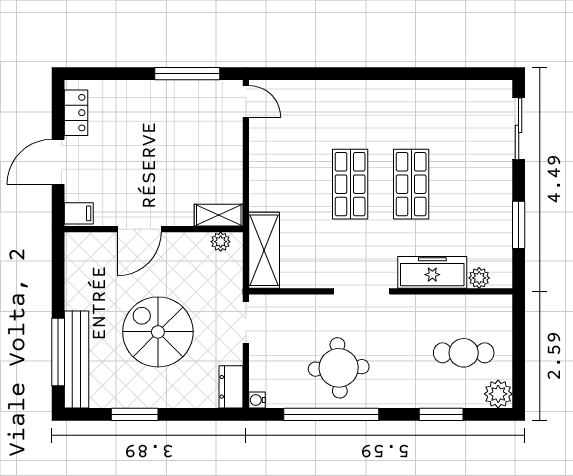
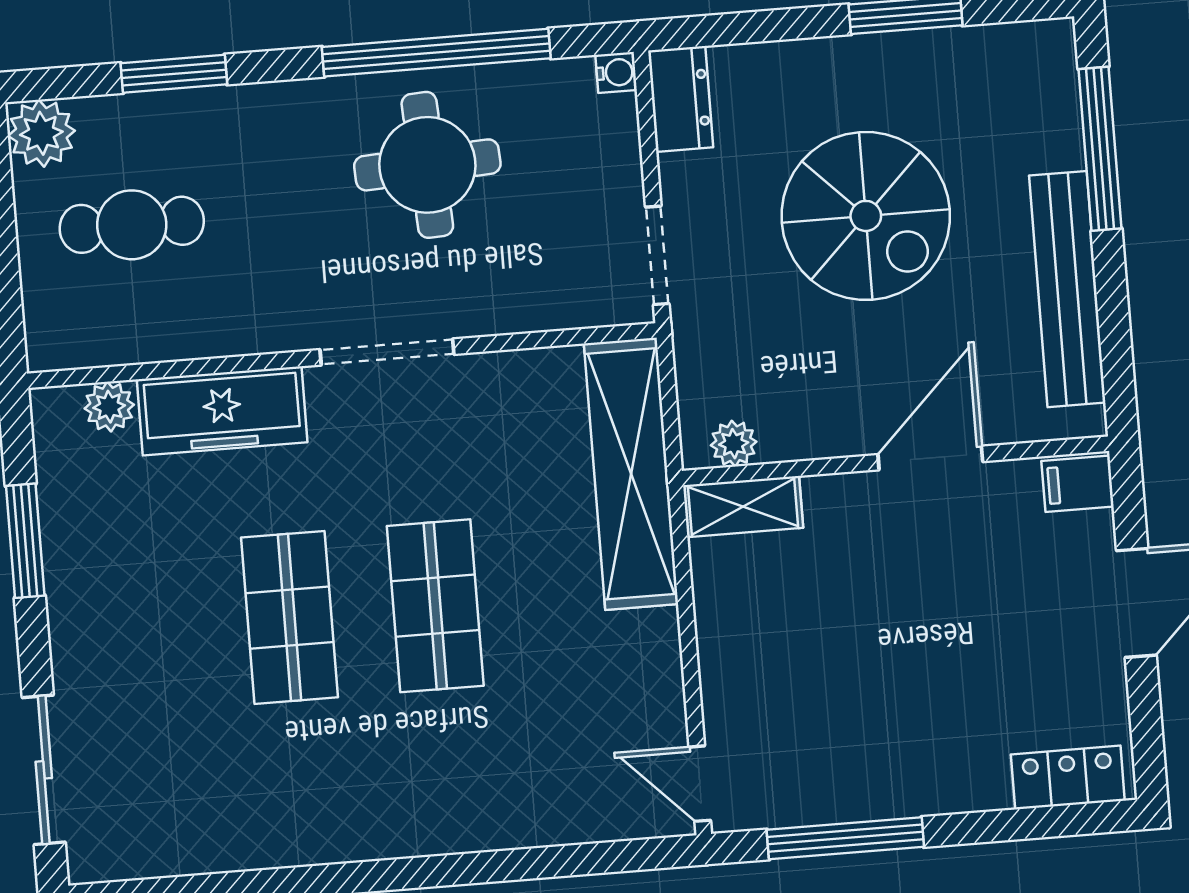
locker: (76, 113) -> (1068, 778), moved, turned 90
shelving: (264, 250) -> (631, 474), width x1.47
bench: (77, 359) -> (1067, 289), moved

